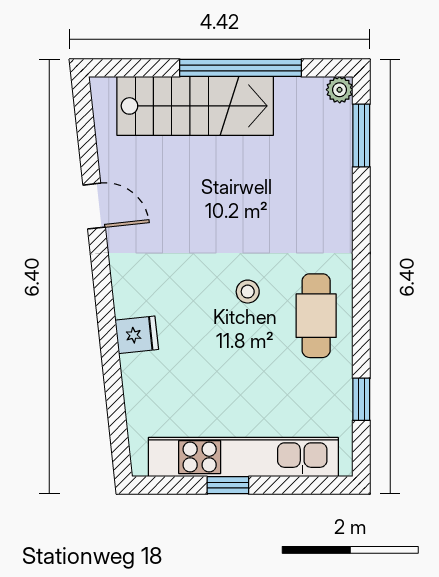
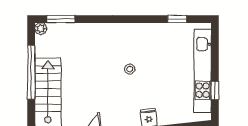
cafe table: (316, 316) -> (140, 39), removed
window: (228, 485) -> (215, 91), moved

